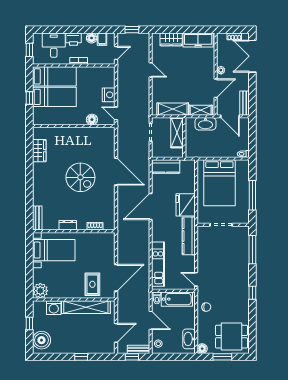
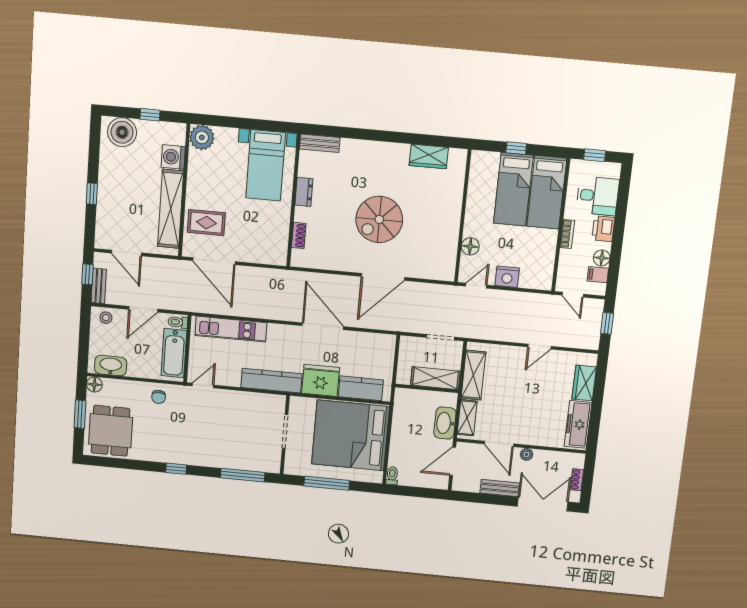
bench: (245, 103) -> (500, 488), moved
kitchen counter: (166, 167) -> (361, 388), moved, turned 90
bed: (219, 183) -> (350, 435), width x1.36

